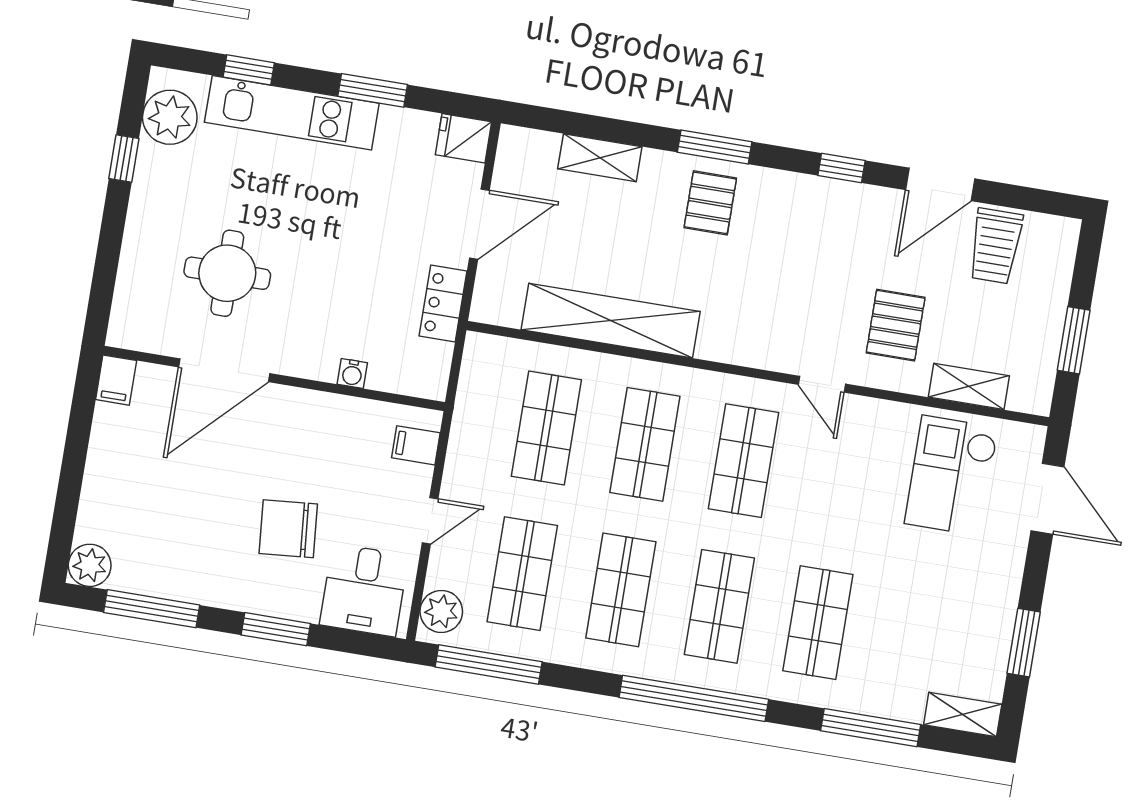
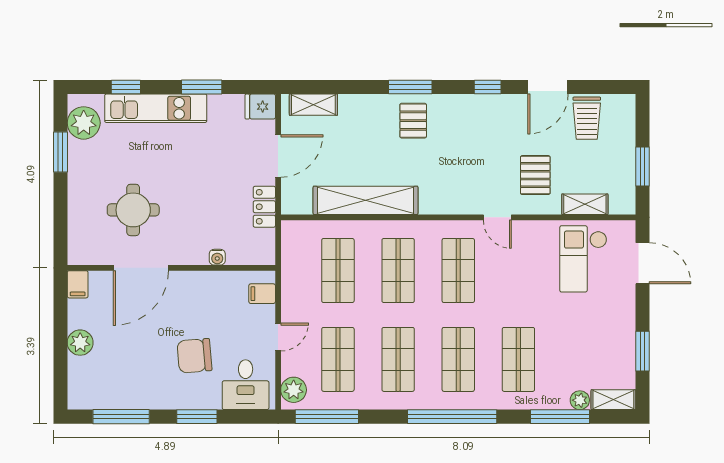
shelving: (600, 158) -> (313, 105), moved
window: (124, 159) -> (60, 152), width x1.50
plant: (90, 565) -> (80, 343), moved
plant: (907, 706) -> (580, 400), added

